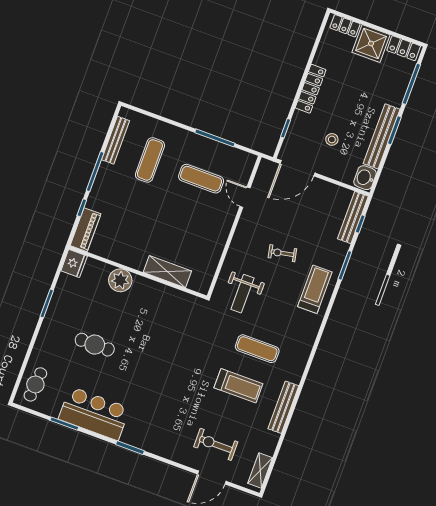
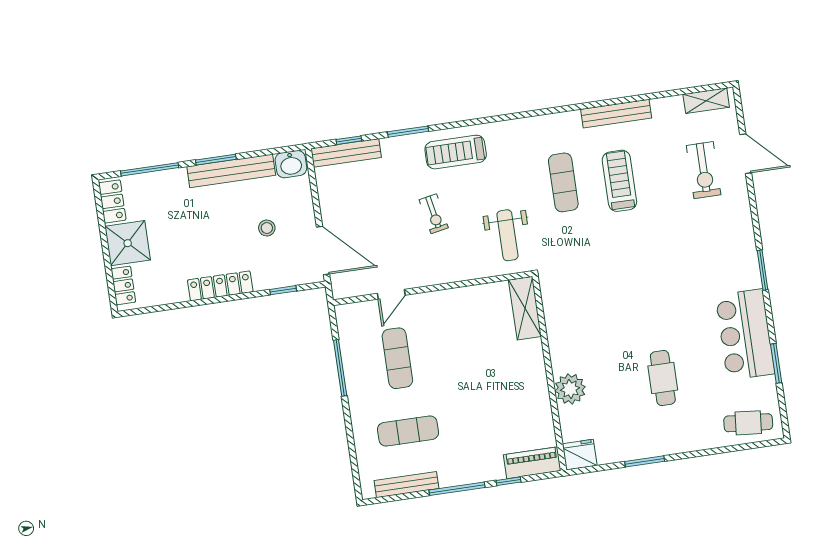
shelving: (167, 272) -> (525, 308), moved
weight bench: (242, 294) -> (507, 235), turned 90

